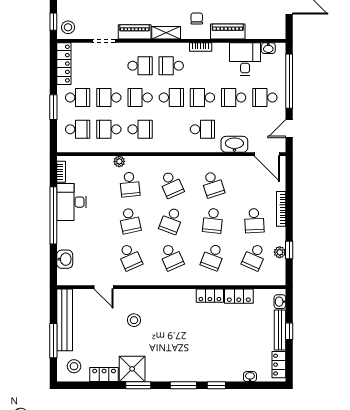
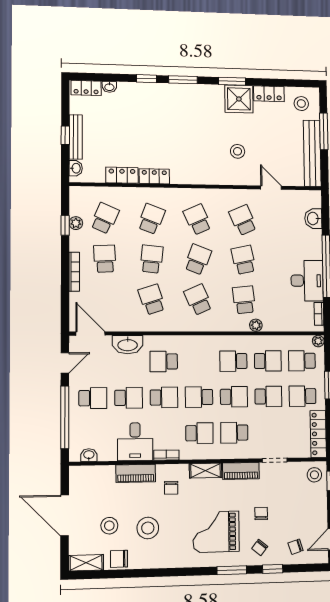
desk: (245, 59) -> (135, 442), moved
plant: (62, 147) -> (318, 341), added
locker: (279, 365) -> (86, 88), moved, turned 90

